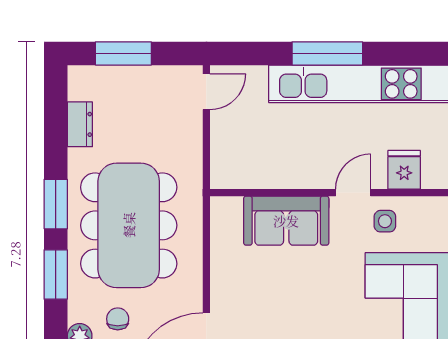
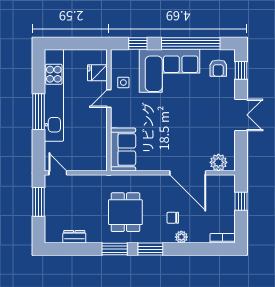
window: (123, 53) -> (38, 202), moved
door: (353, 193) -> (109, 99), hinge flipped
sofa: (286, 221) -> (123, 150), moved
dining table: (129, 225) -> (125, 212), width x0.53, depth x0.80

